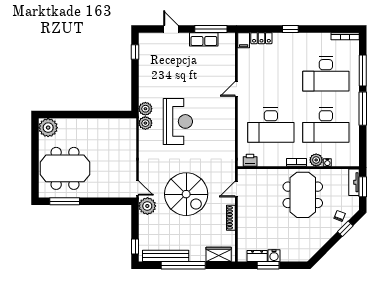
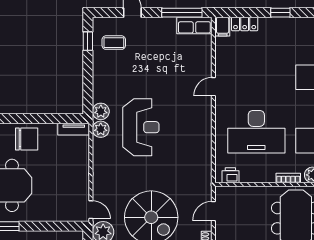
row of seats: (204, 39) -> (194, 25), moved
coffee table: (156, 53) -> (114, 43), added
tv unit: (124, 123) -> (74, 129), added
chair: (86, 131) -> (27, 139), added

